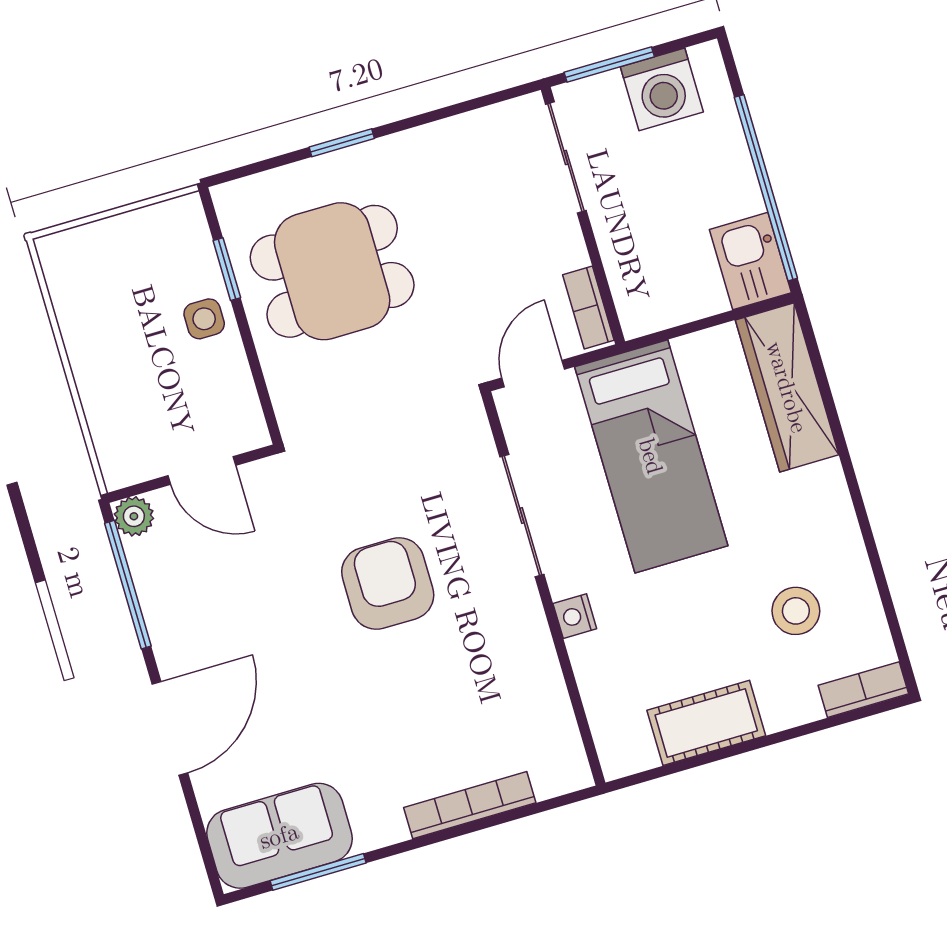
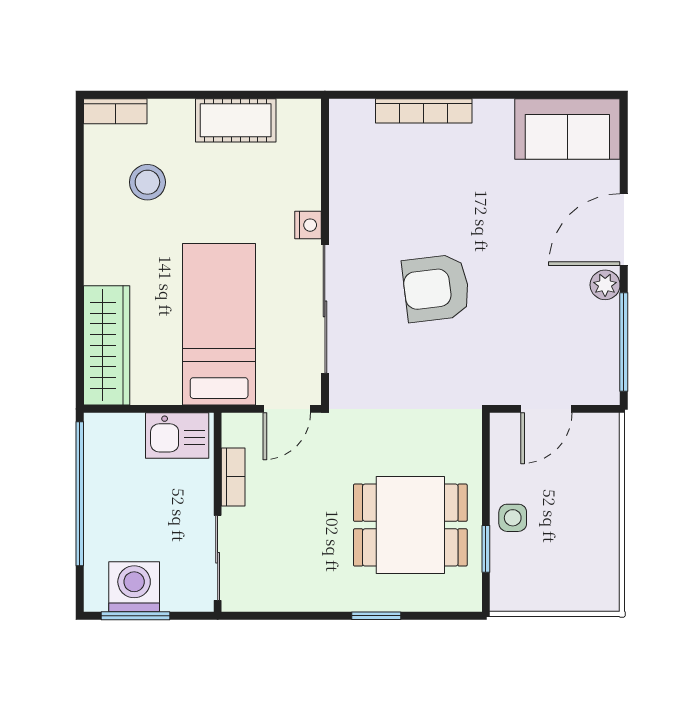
window: (609, 65) -> (135, 616), moved
kitchen sink: (750, 261) -> (177, 436), moved, turned 90
bookcase: (588, 307) -> (233, 477), moved
door: (202, 470) -> (546, 409), swing flipped
sliding door: (522, 515) -> (325, 309), width x1.37
plant: (134, 516) -> (605, 285), moved
armchair: (388, 584) -> (436, 288), turned 83
window: (318, 872) -> (547, 95), removed

